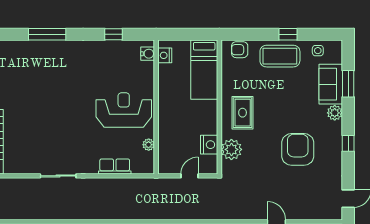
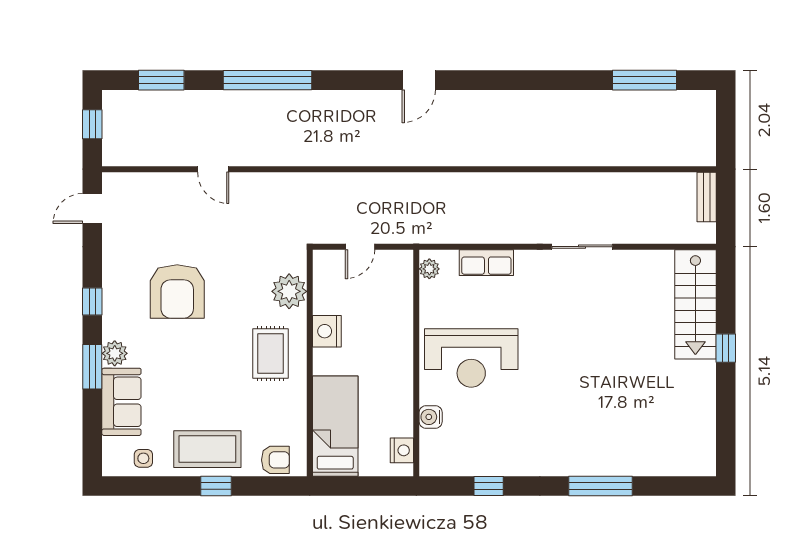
window: (288, 34) -> (216, 486), moved
water cooler: (148, 54) -> (431, 417), moved
window: (348, 84) -> (92, 367), moved
plant: (149, 145) -> (429, 269), moved
nightstand: (209, 145) -> (327, 331), moved

